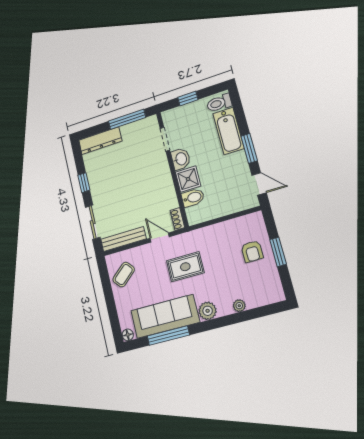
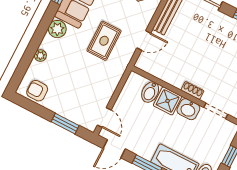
door: (242, 213) -> (104, 118), added
shoe rack: (177, 219) -> (192, 91), moved
armchair: (252, 251) -> (37, 91), moved
window: (278, 252) -> (65, 124), moved

